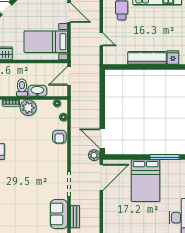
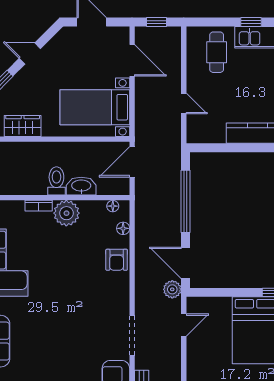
window: (102, 100) -> (185, 201), added
door: (101, 177) -> (184, 325), width x0.53

